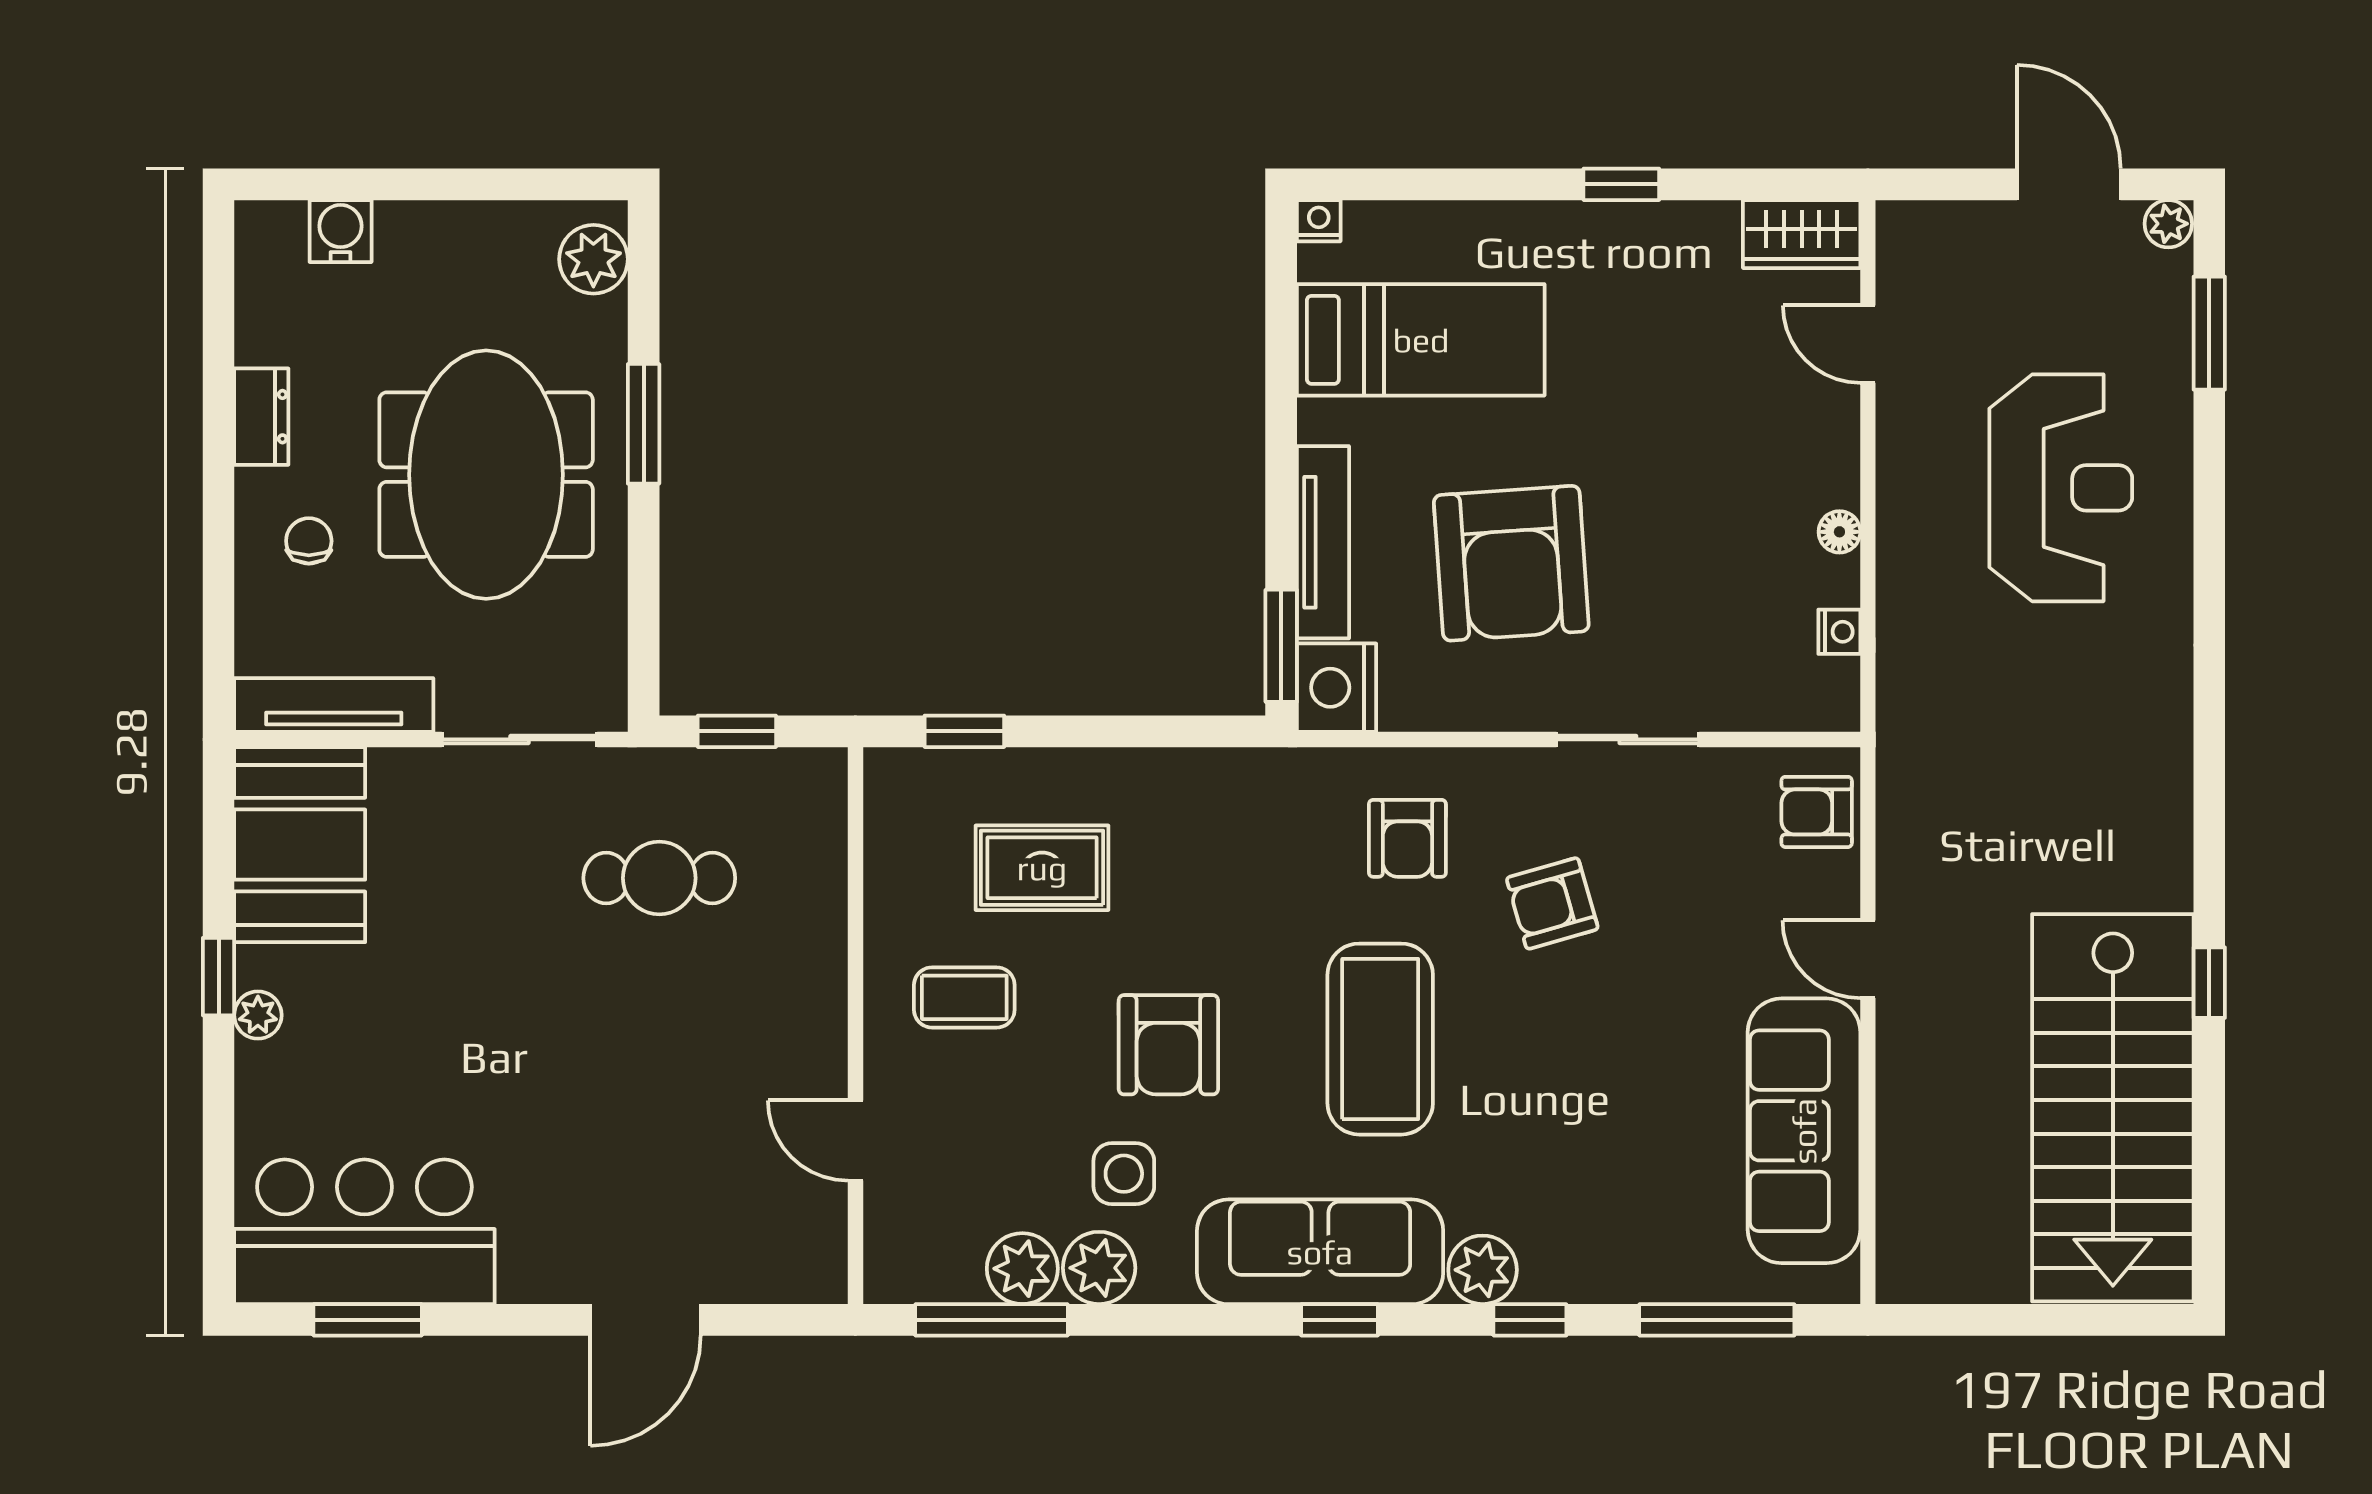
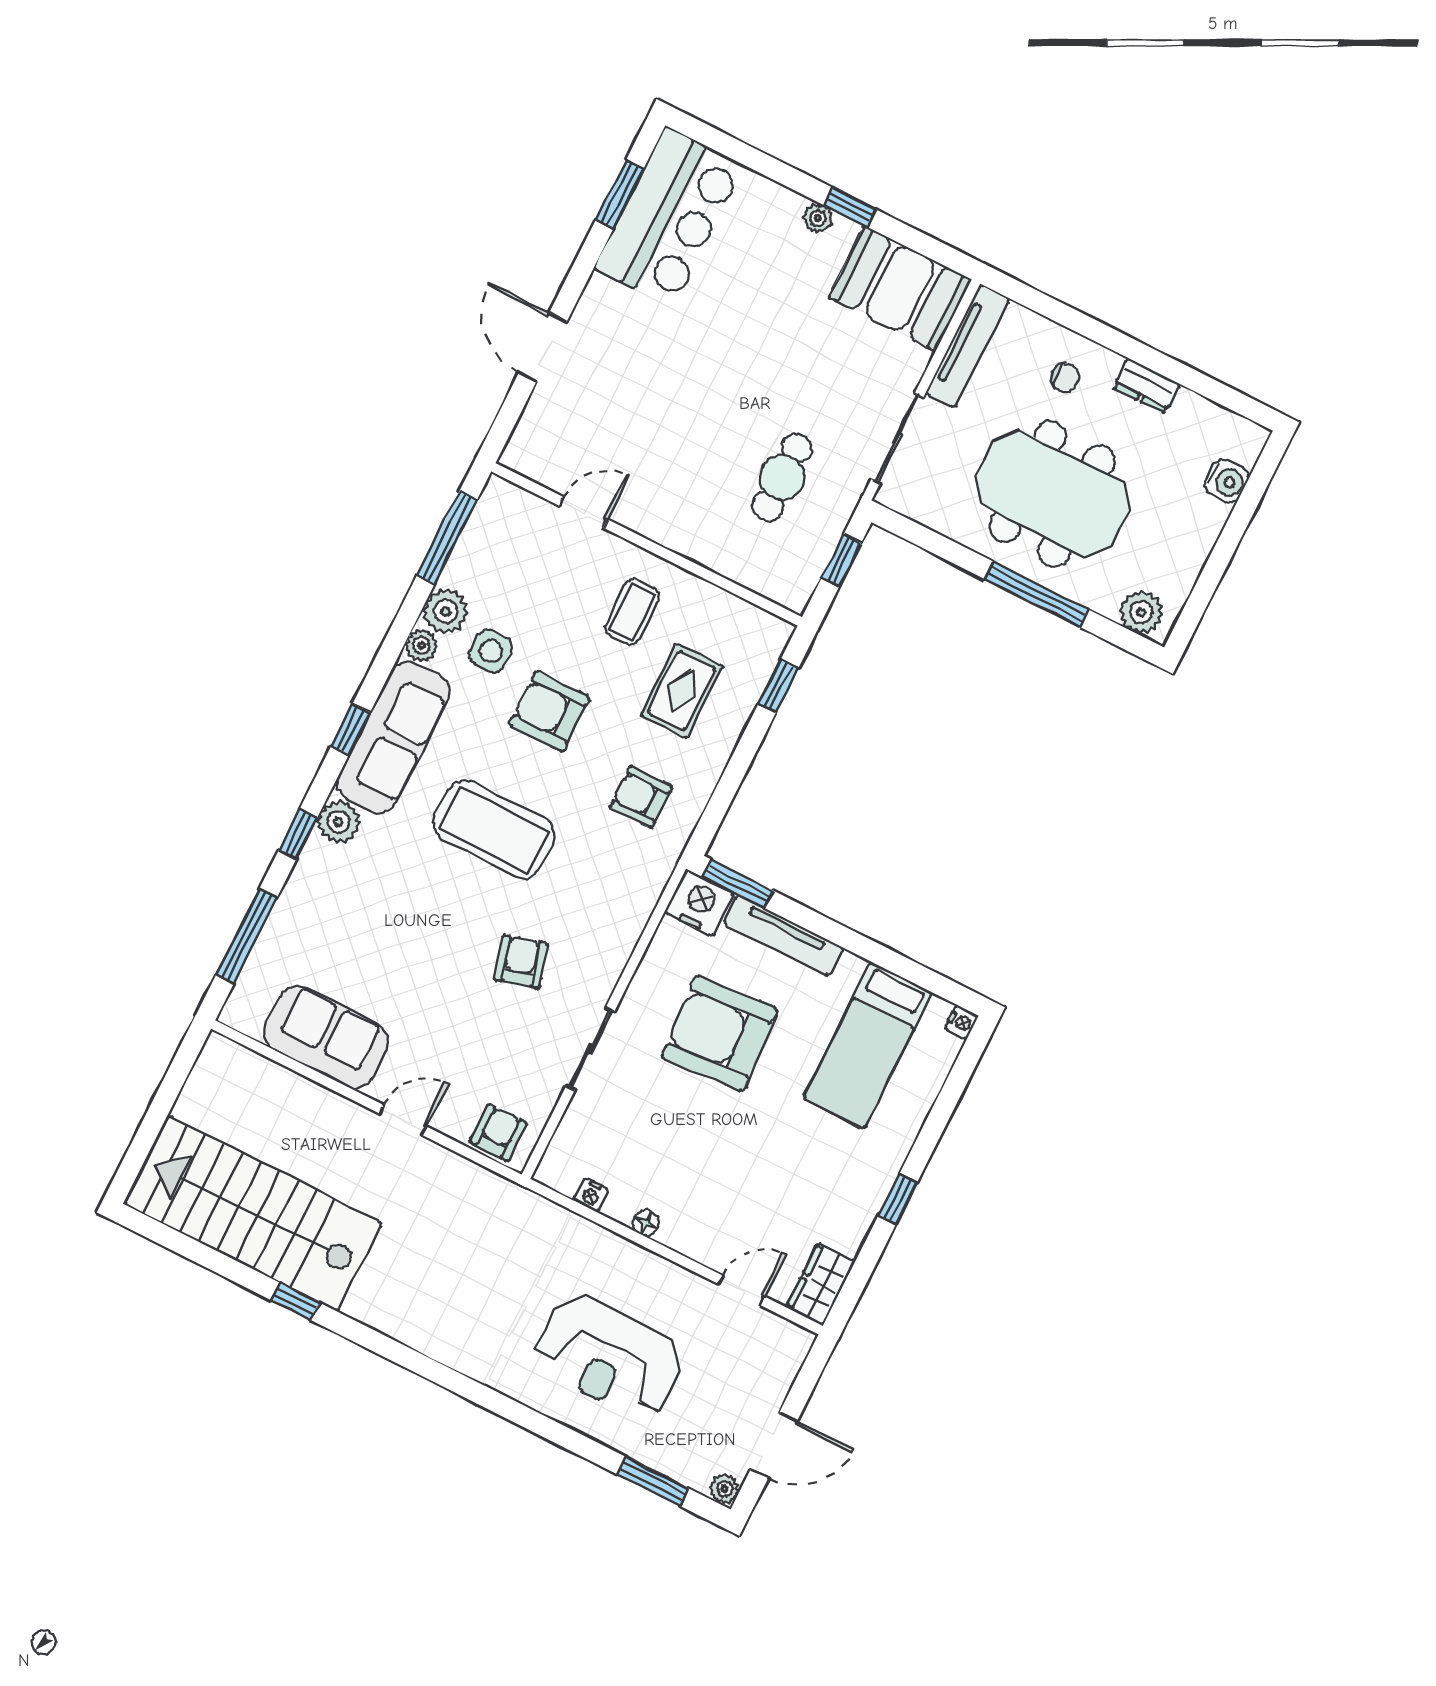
window: (644, 424) -> (1037, 594), width x1.44
armchair: (1407, 838) -> (641, 797), moved
sofa: (1804, 1131) -> (326, 1037), width x0.73
plant: (1022, 1269) -> (421, 645), moved, width x0.73, depth x0.73

